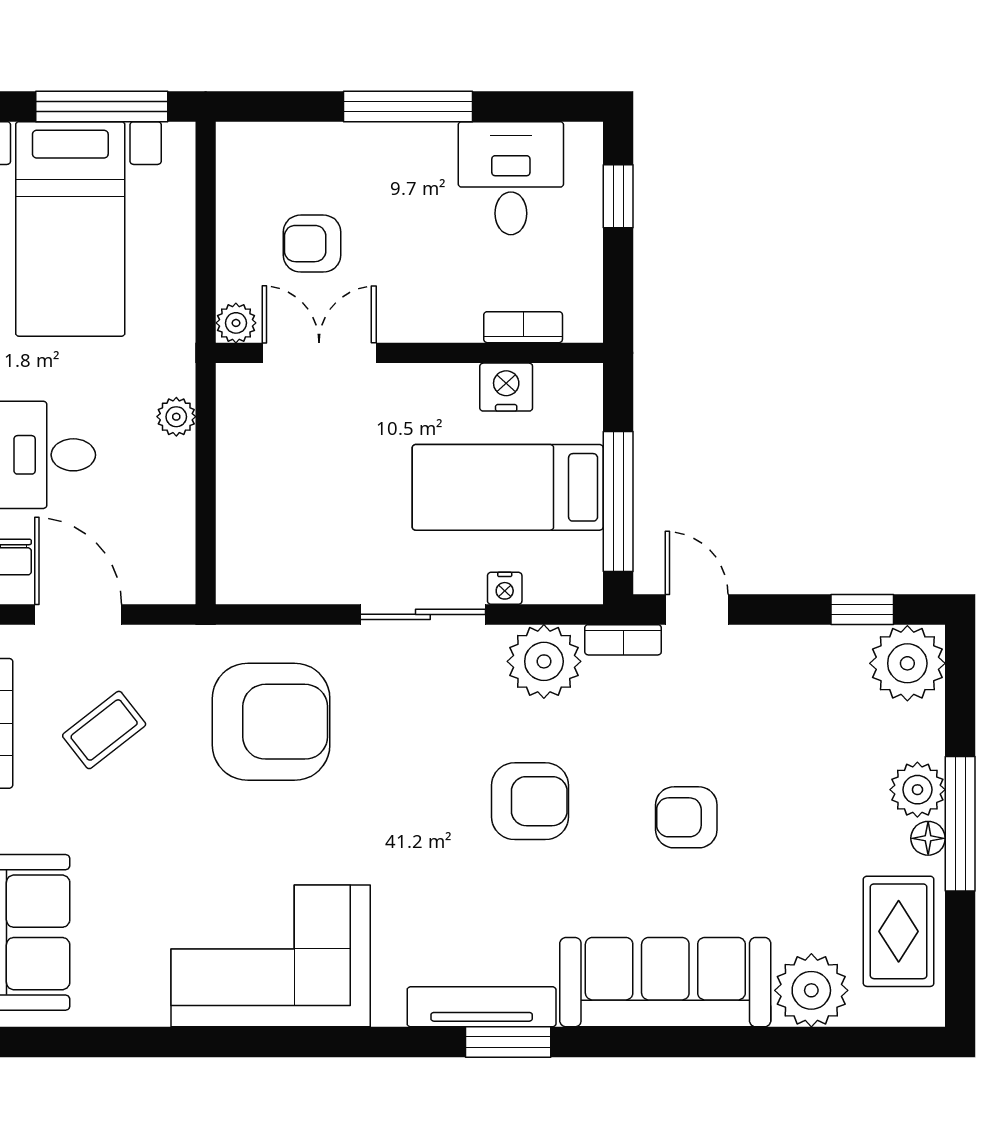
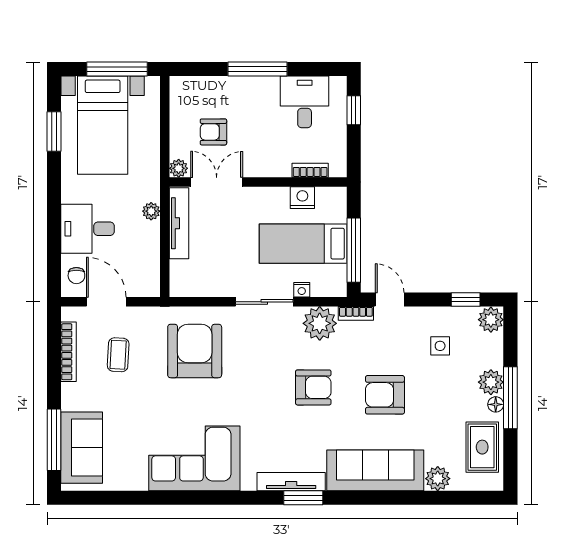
tv unit: (237, 443) -> (179, 223), added
plant: (907, 663) -> (491, 320), width x0.73, depth x0.73
side table: (807, 710) -> (440, 346), added
armchair: (271, 722) -> (195, 351), turned -90
coffee table: (104, 730) -> (118, 355), turned -49
armchair: (686, 817) -> (385, 395), width x1.38, depth x1.38
plant: (811, 990) -> (438, 479), width x0.73, depth x0.73

